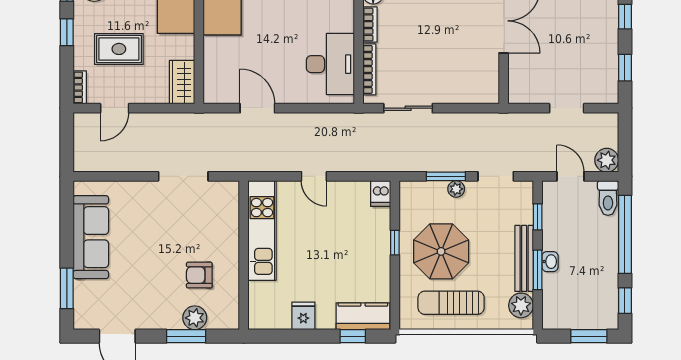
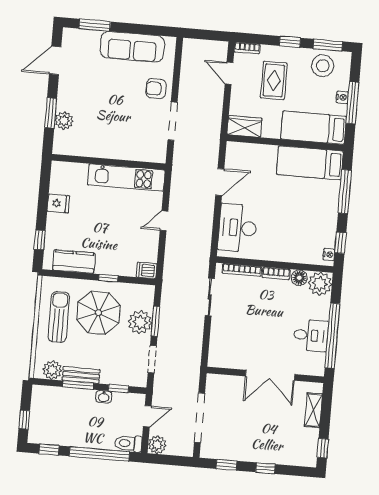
desk: (330, 64) -> (238, 228), moved, turned 90
doorway: (567, 108) -> (199, 418), width x1.87
plant: (456, 189) -> (140, 322), width x1.88, depth x1.88
bench: (524, 258) -> (81, 375), width x0.73
washbasin: (550, 262) -> (104, 397), moved
armchair: (199, 275) -> (156, 89), moved, turned -90
kitchen counter: (363, 316) -> (74, 262), moved, turned -90
window: (589, 336) -> (24, 420), width x0.67

